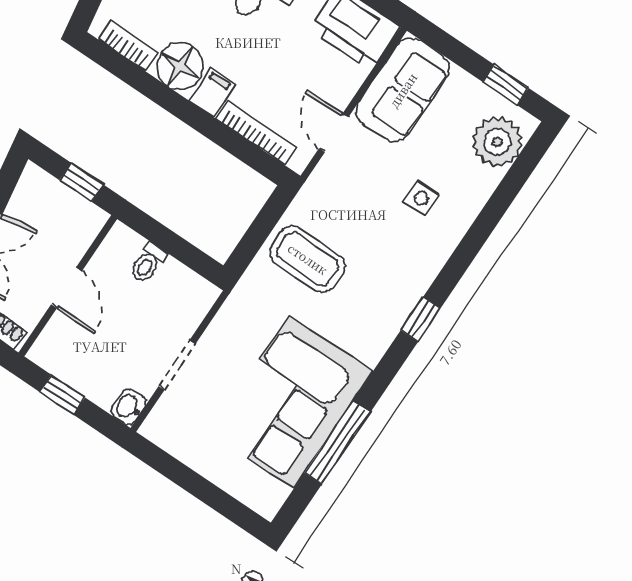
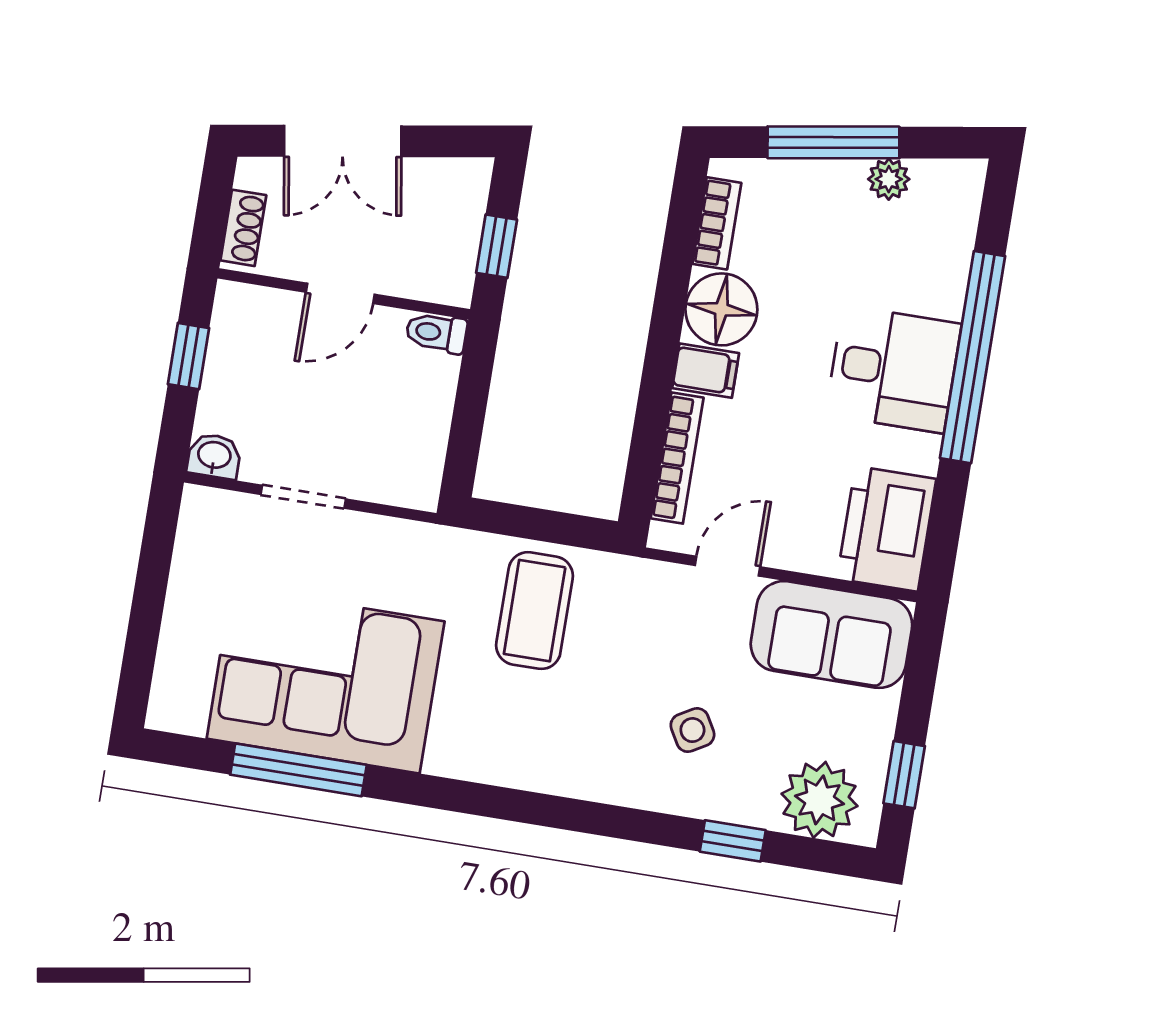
side table: (421, 198) -> (692, 730), turned -30
toilet: (148, 263) -> (436, 333), moved
window: (421, 319) -> (733, 841), moved

